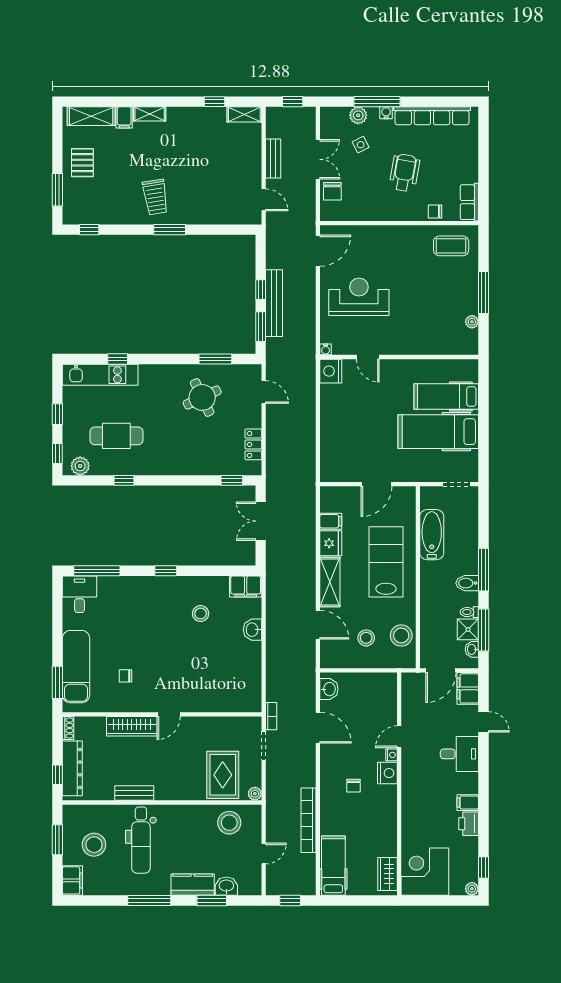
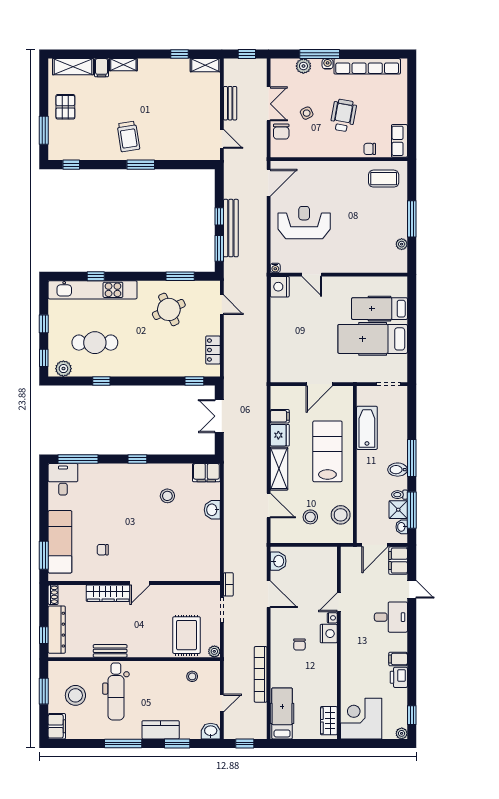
side table: (361, 145) -> (307, 113), moved
kitchen unit: (100, 375) -> (93, 290), width x1.36
stool: (229, 823) -> (192, 676), width x0.53, depth x0.53
washbasin: (226, 886) -> (211, 731), moved

